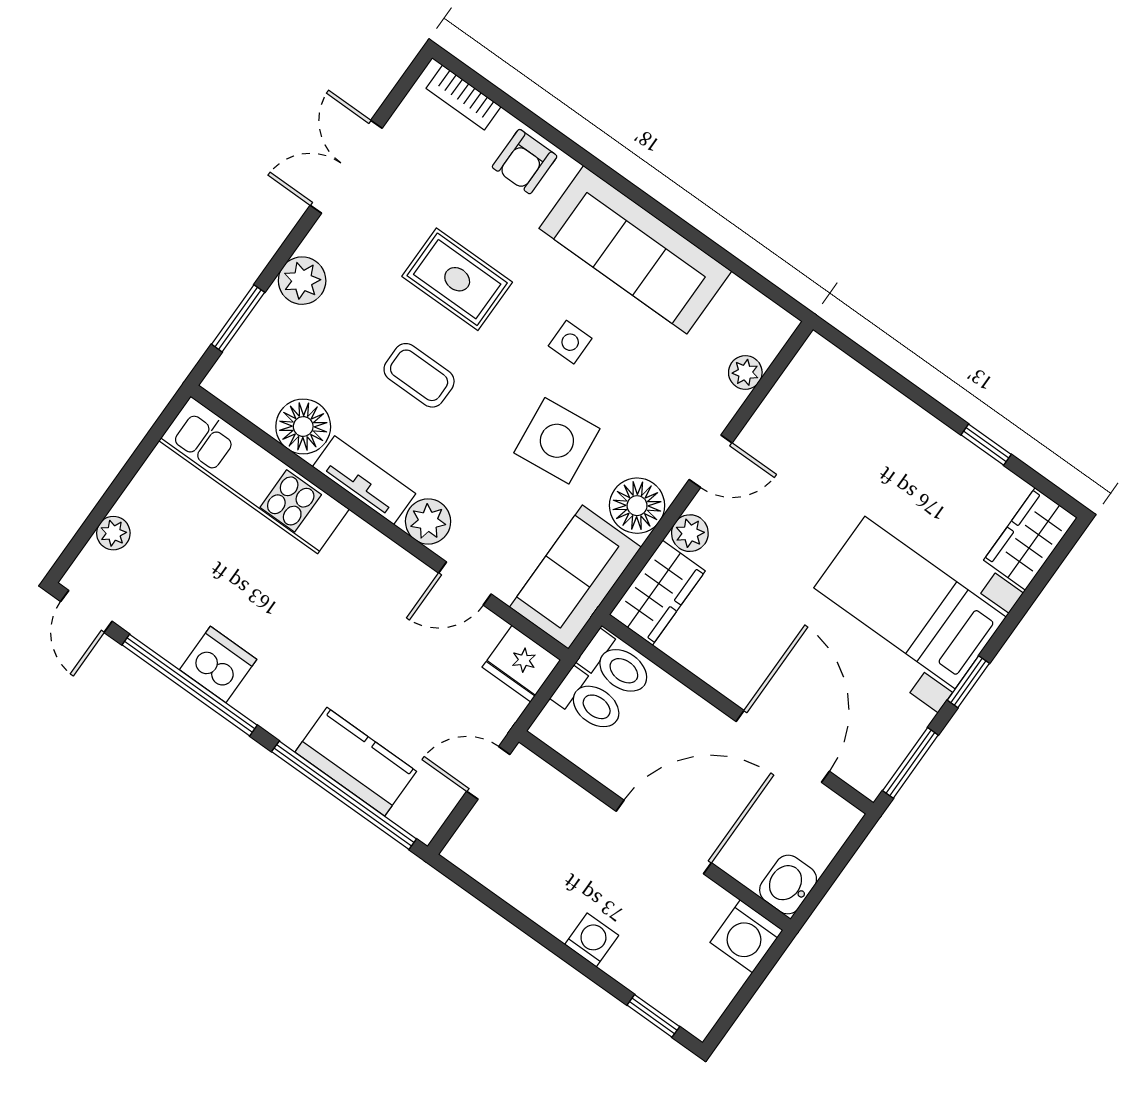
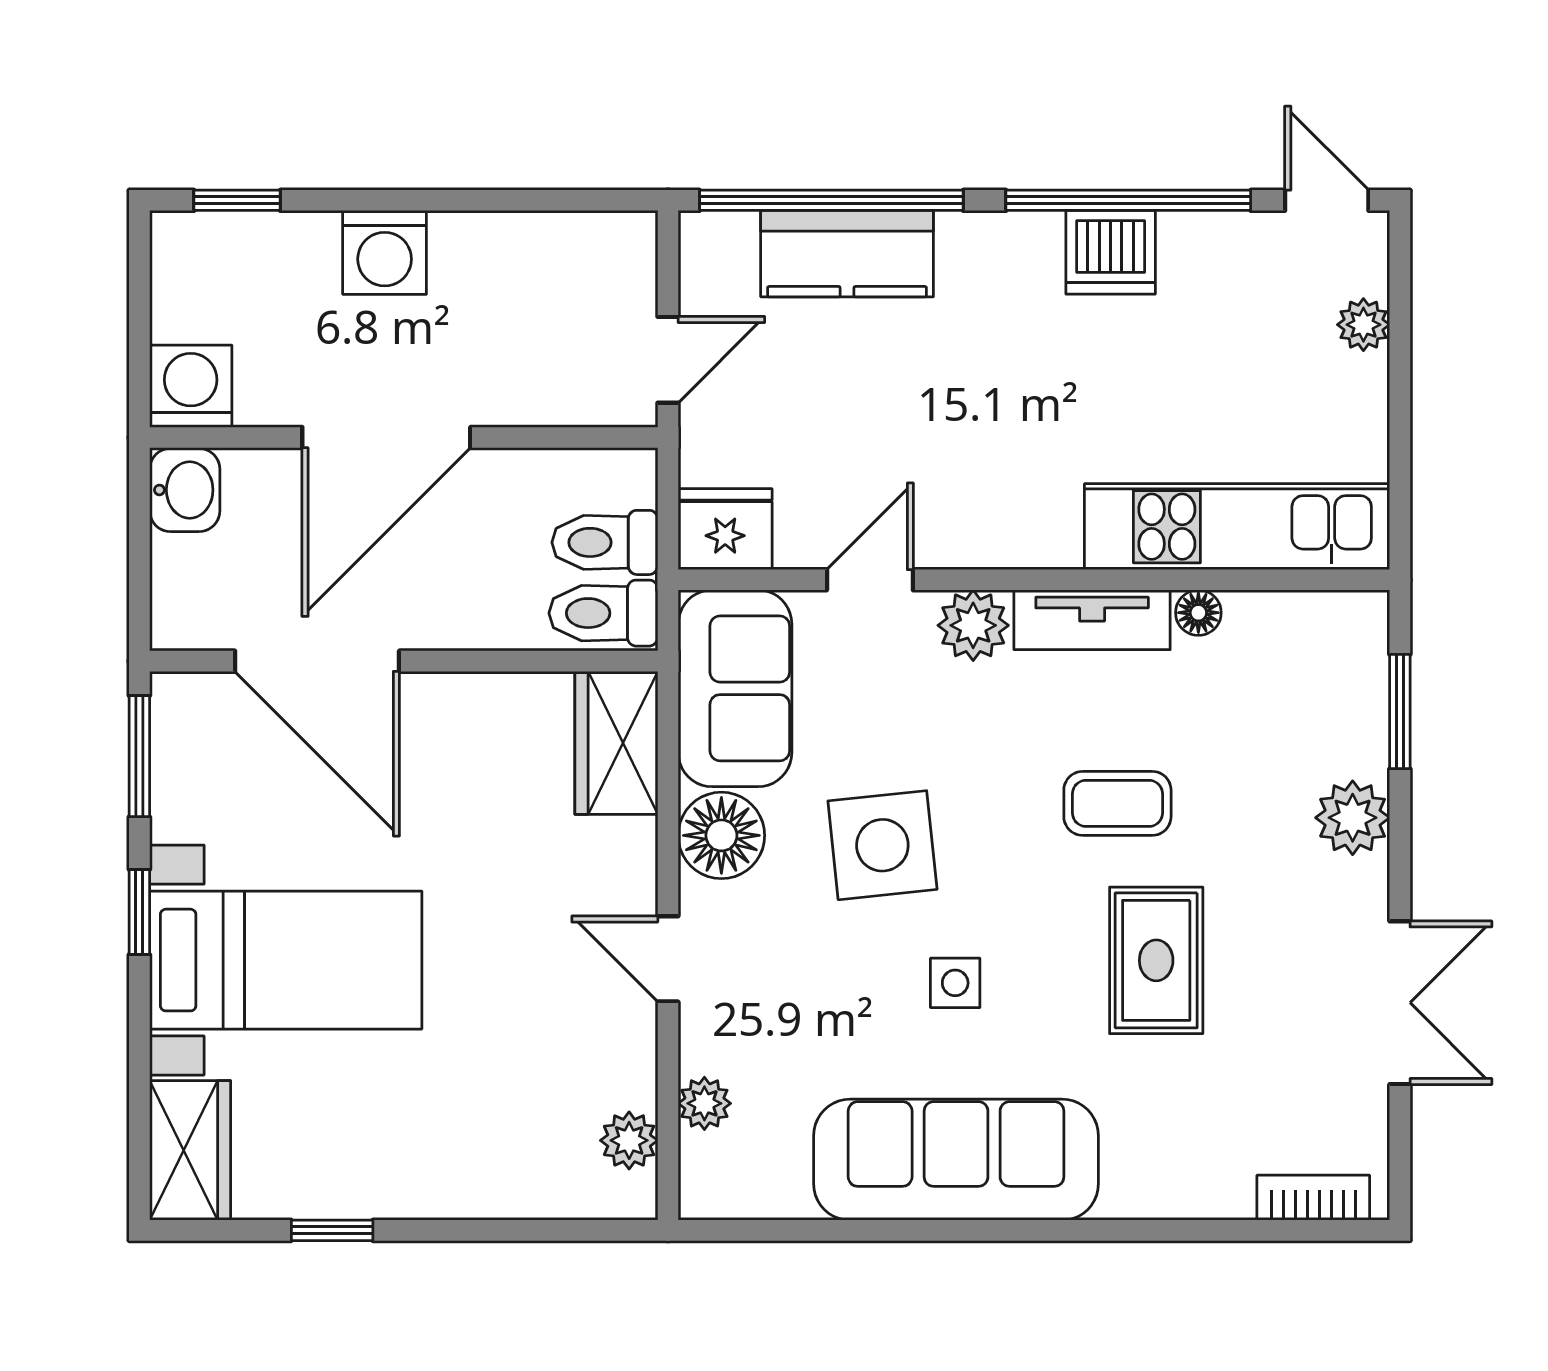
armchair: (525, 162) -> (1177, 1171), removed
rug: (457, 279) -> (1156, 960), turned 90
floor lamp: (303, 426) -> (1198, 613), width x0.53, depth x0.53
door: (711, 461) -> (668, 959), hinge flipped
plant: (690, 533) -> (629, 1140), moved
washing machine: (592, 940) -> (385, 252), width x1.38, depth x1.38

